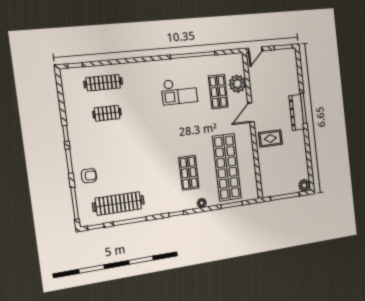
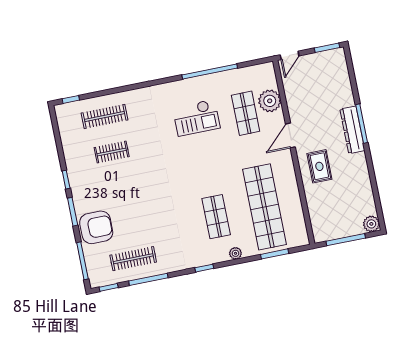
rug: (270, 139) -> (319, 166), turned 90
armchair: (89, 176) -> (96, 227), width x1.88, depth x1.88
clothes rail: (118, 204) -> (133, 259), width x0.73, depth x0.76

